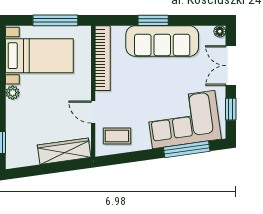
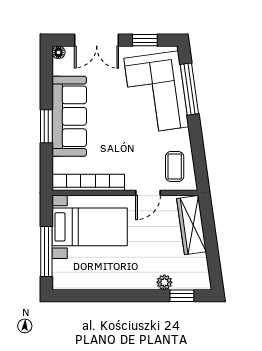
window: (55, 20) -> (46, 251), moved
bed with nightstands: (39, 56) -> (90, 227), moved, turned 90
plant: (13, 93) -> (164, 282), moved

